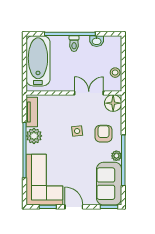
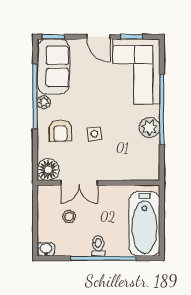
washbasin: (97, 41) -> (46, 249), moved
stool: (115, 73) -> (69, 217), moved
tv unit: (32, 112) -> (152, 158), removed

